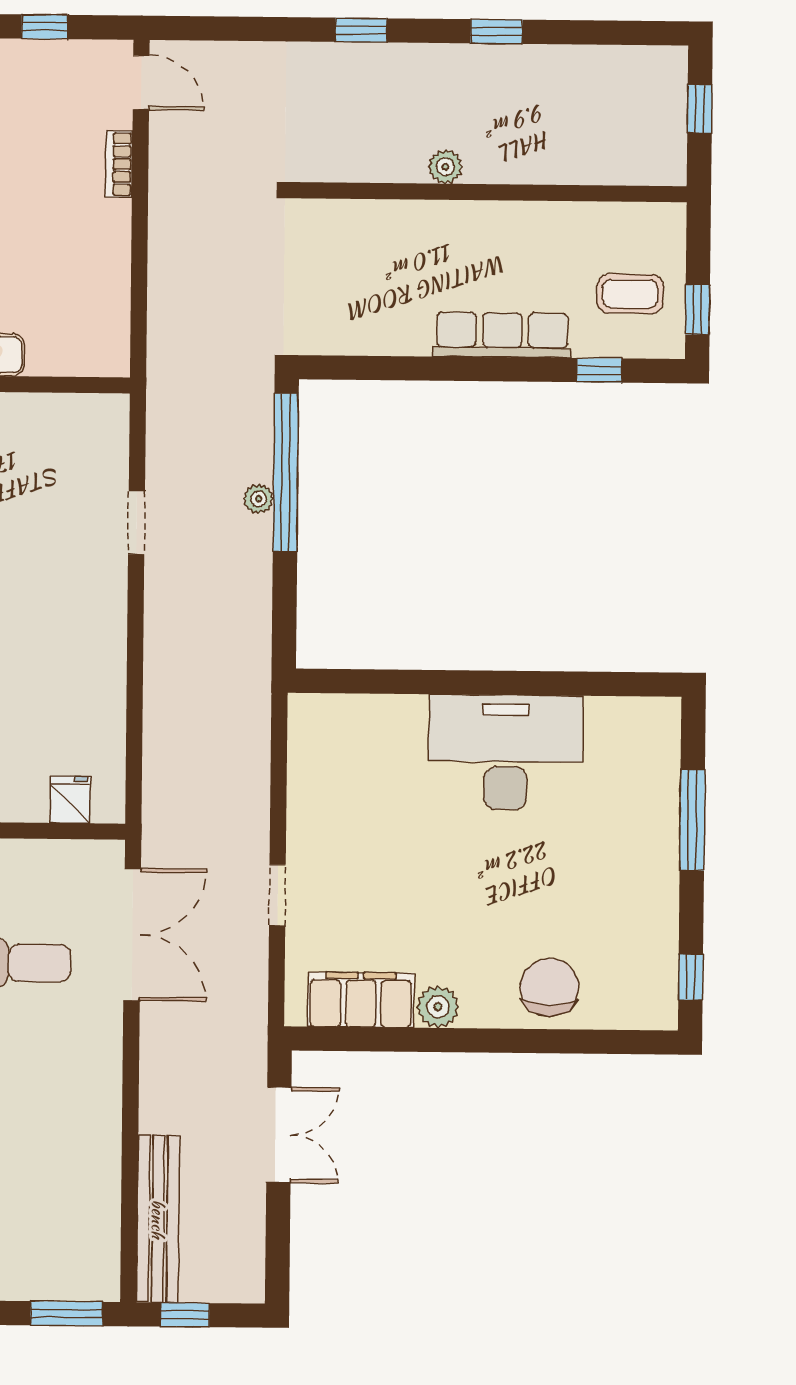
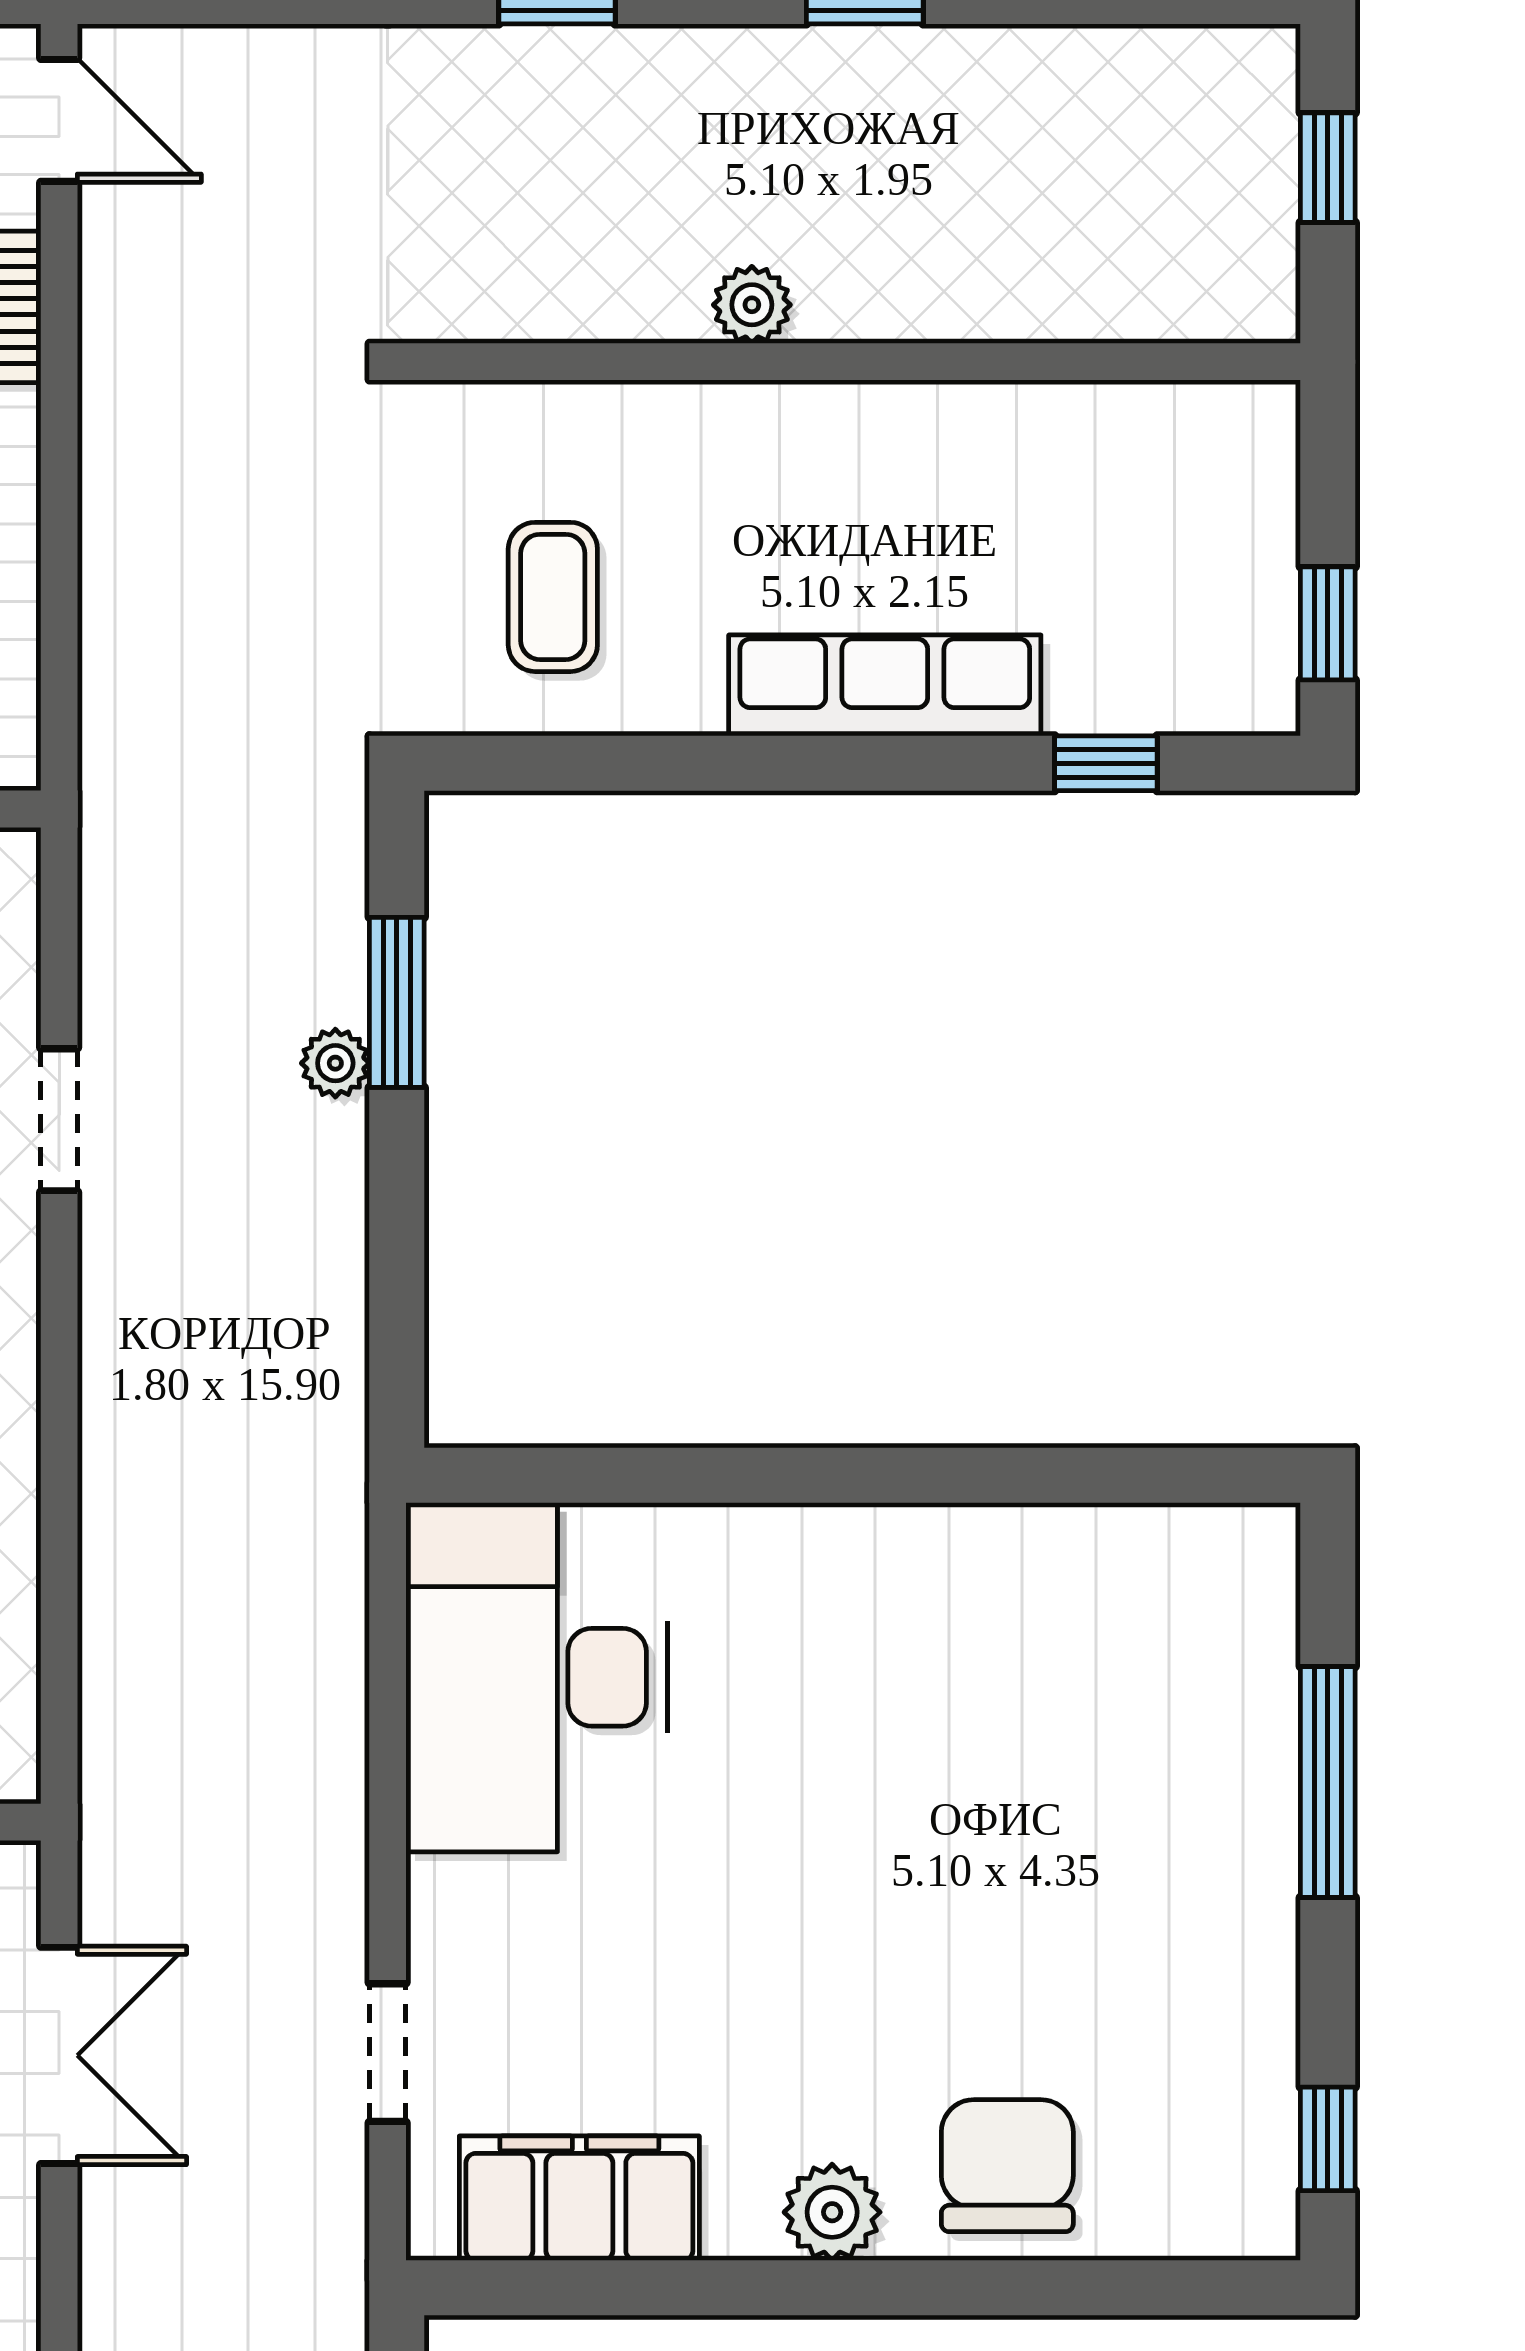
coffee table: (630, 294) -> (553, 597), moved, turned 90
window: (286, 472) -> (397, 1002), width x0.47
desk: (506, 753) -> (537, 1677), moved, turned -90
doorway: (277, 895) -> (388, 2053), moved
double door: (132, 935) -> (59, 2055), width x0.73
plant: (438, 1007) -> (832, 2212), moved

